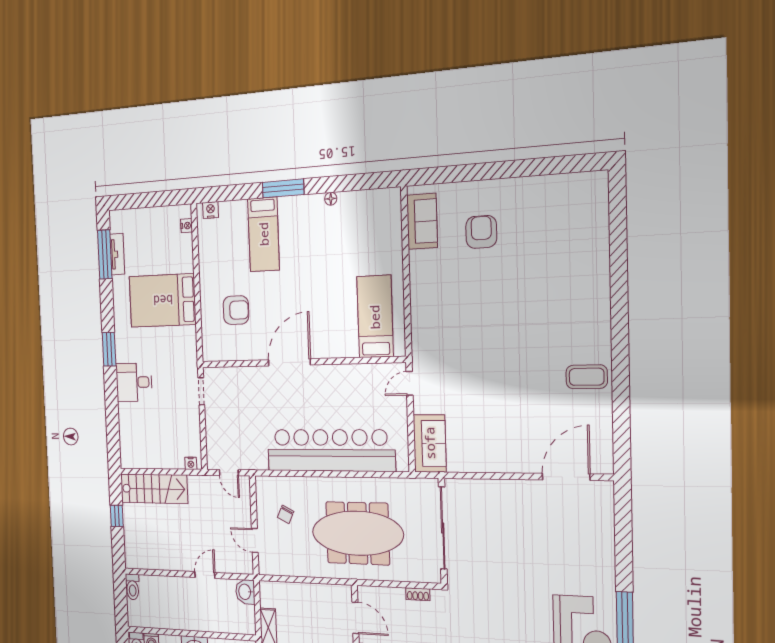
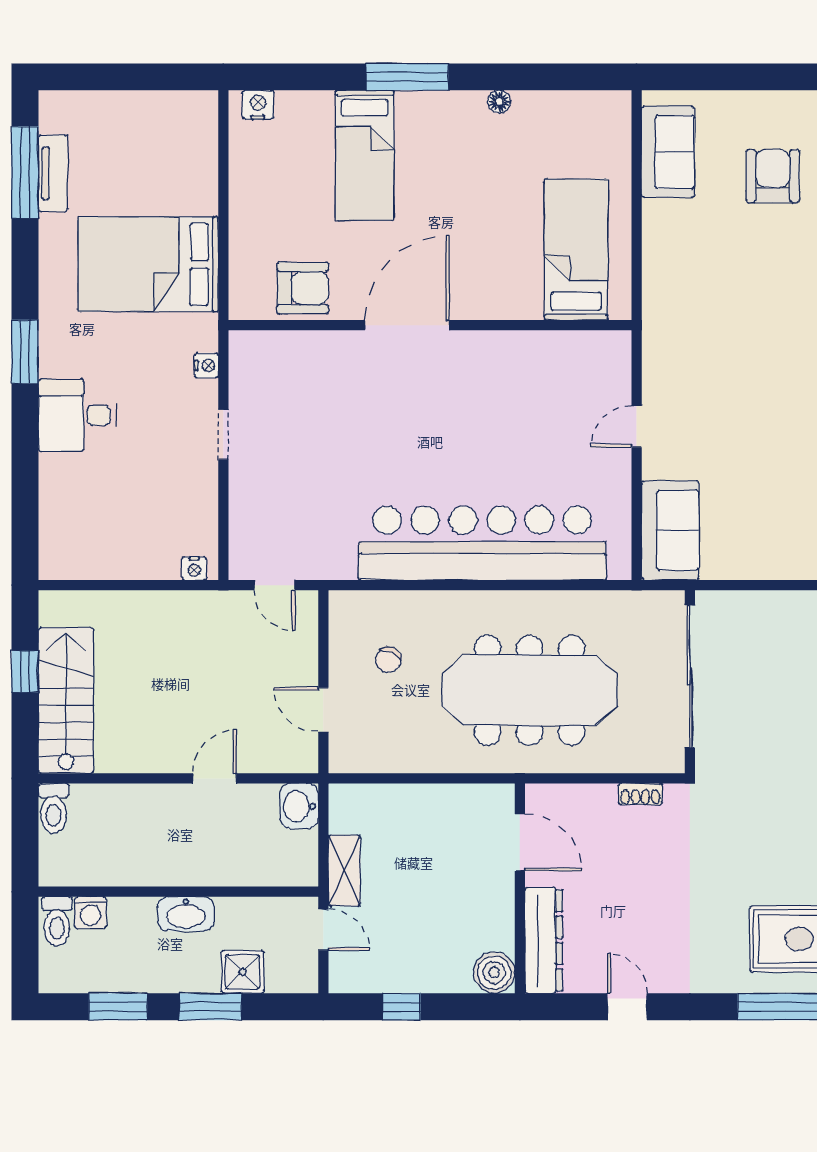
nightstand: (187, 226) -> (206, 365), moved
bed: (375, 317) -> (576, 250), moved
door: (289, 362) -> (407, 325), moved
wall: (301, 362) -> (430, 325), moved
stairs: (154, 489) -> (66, 700), moved, turned -90

